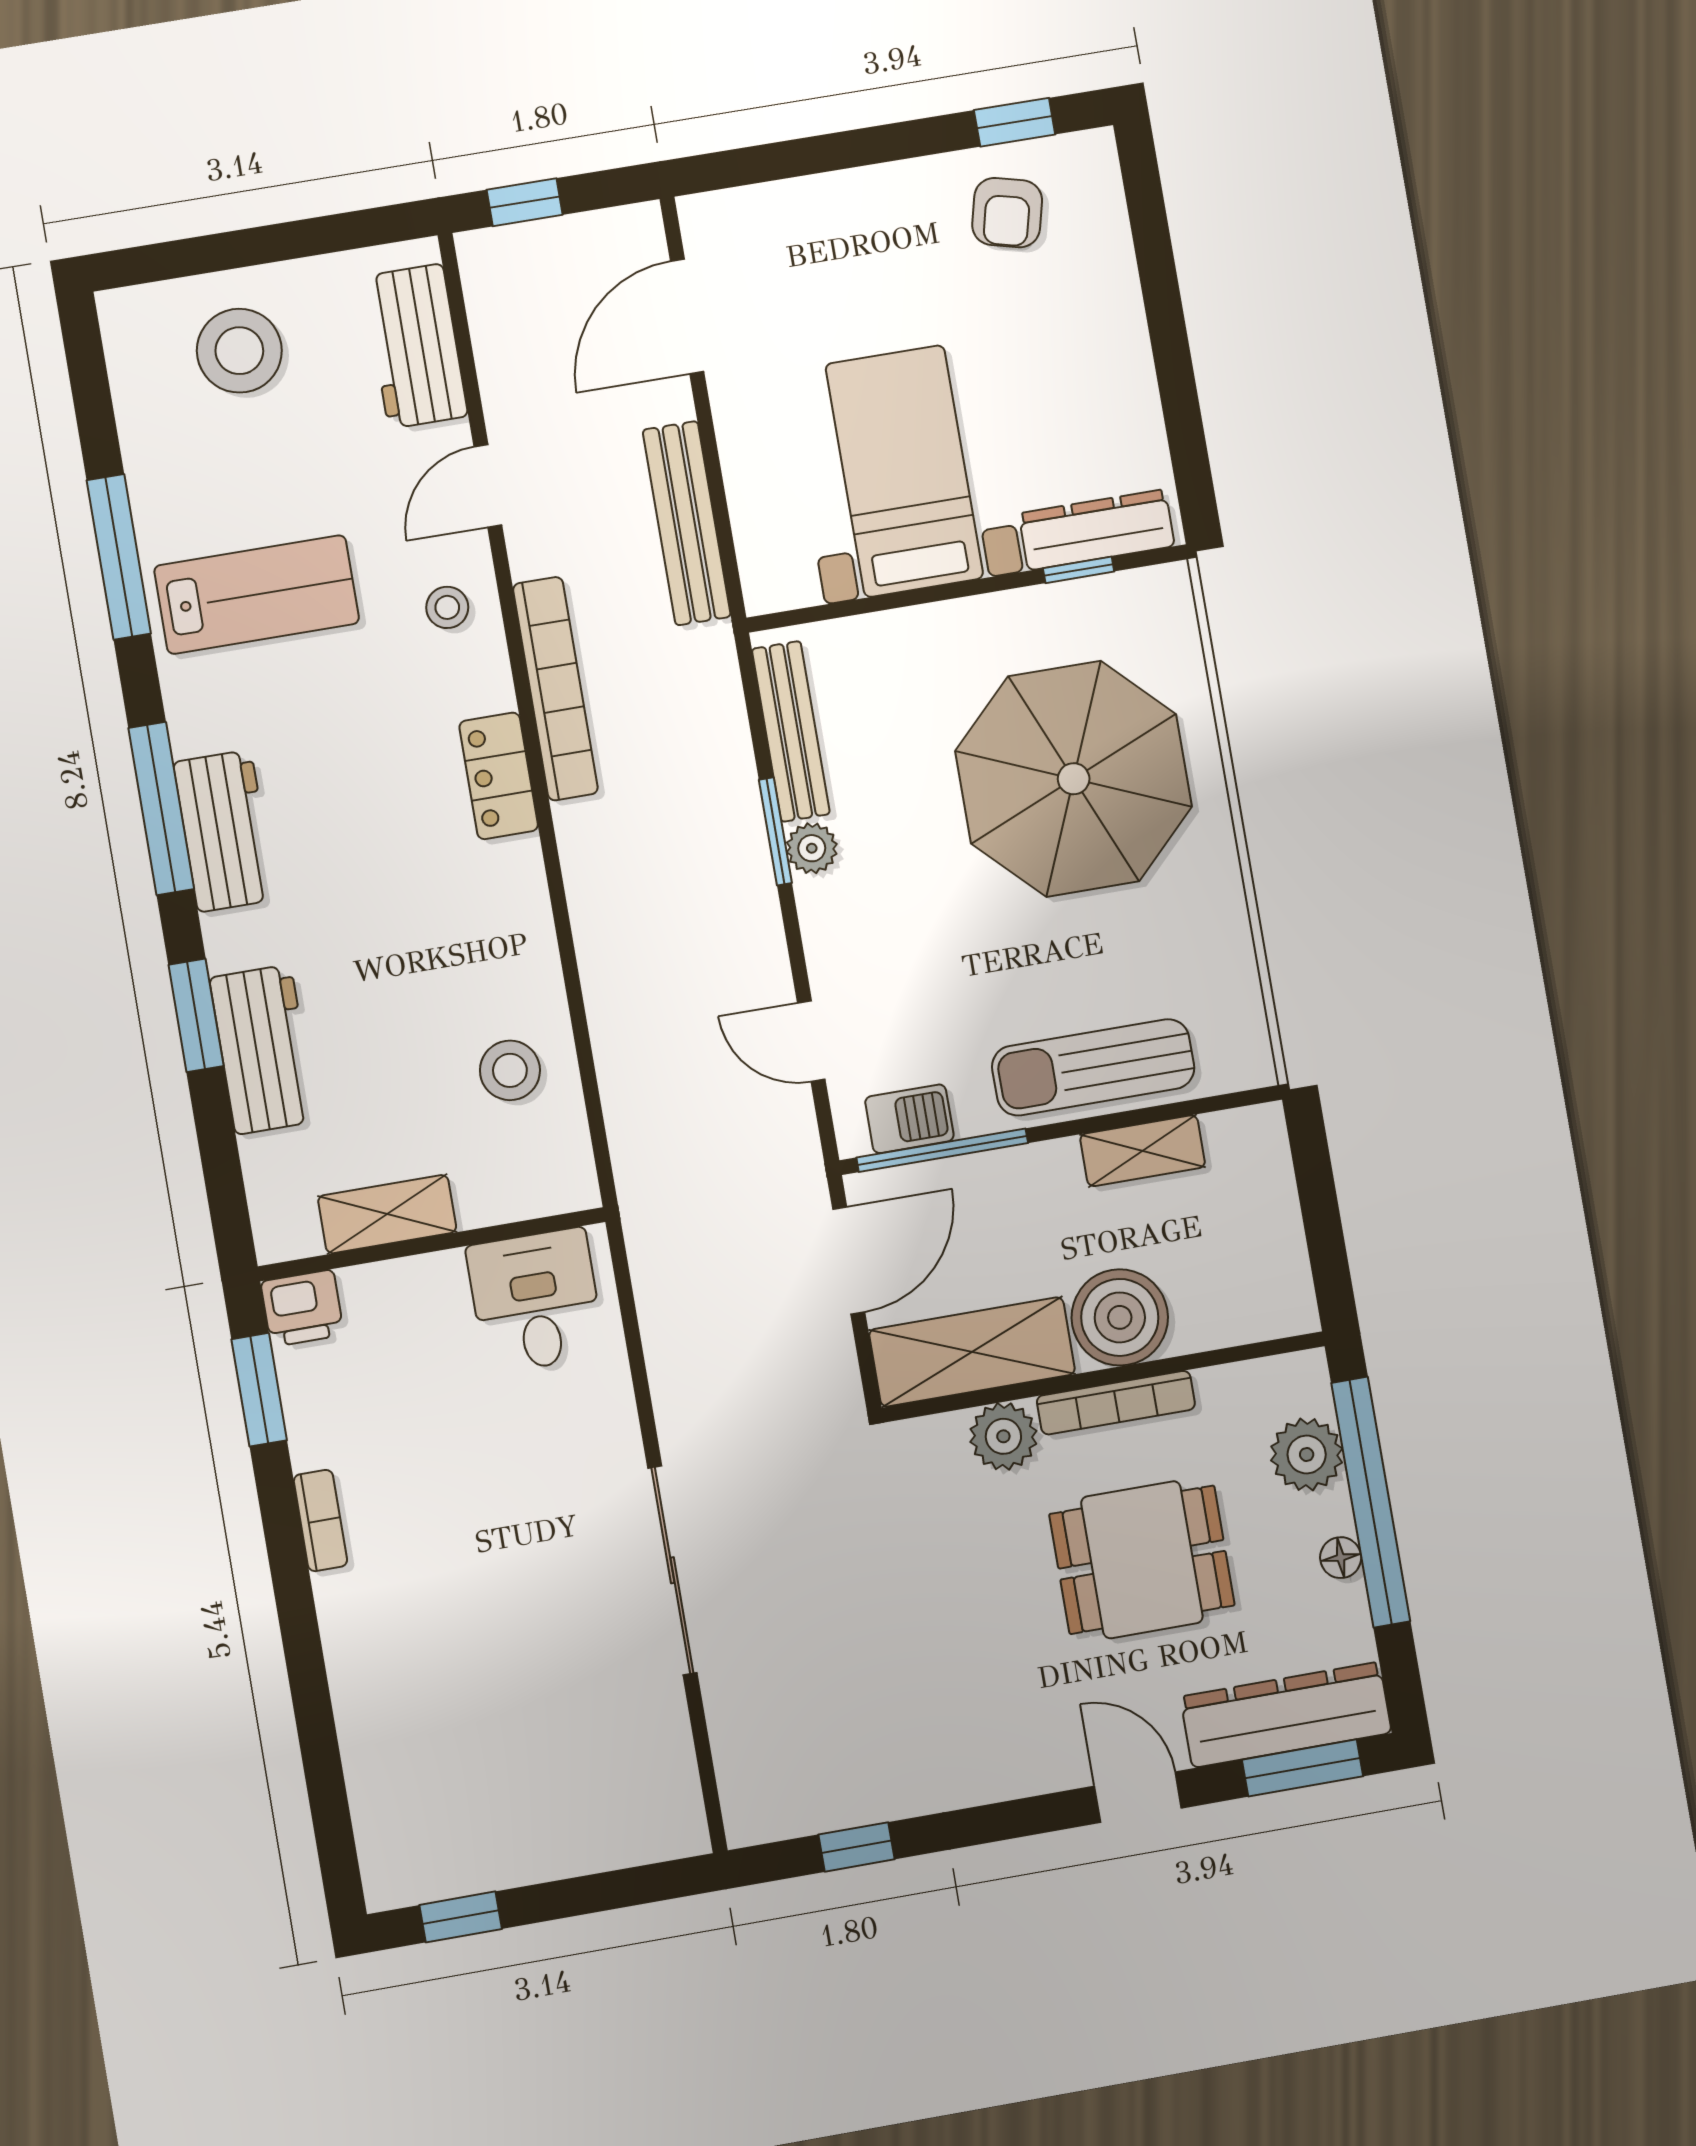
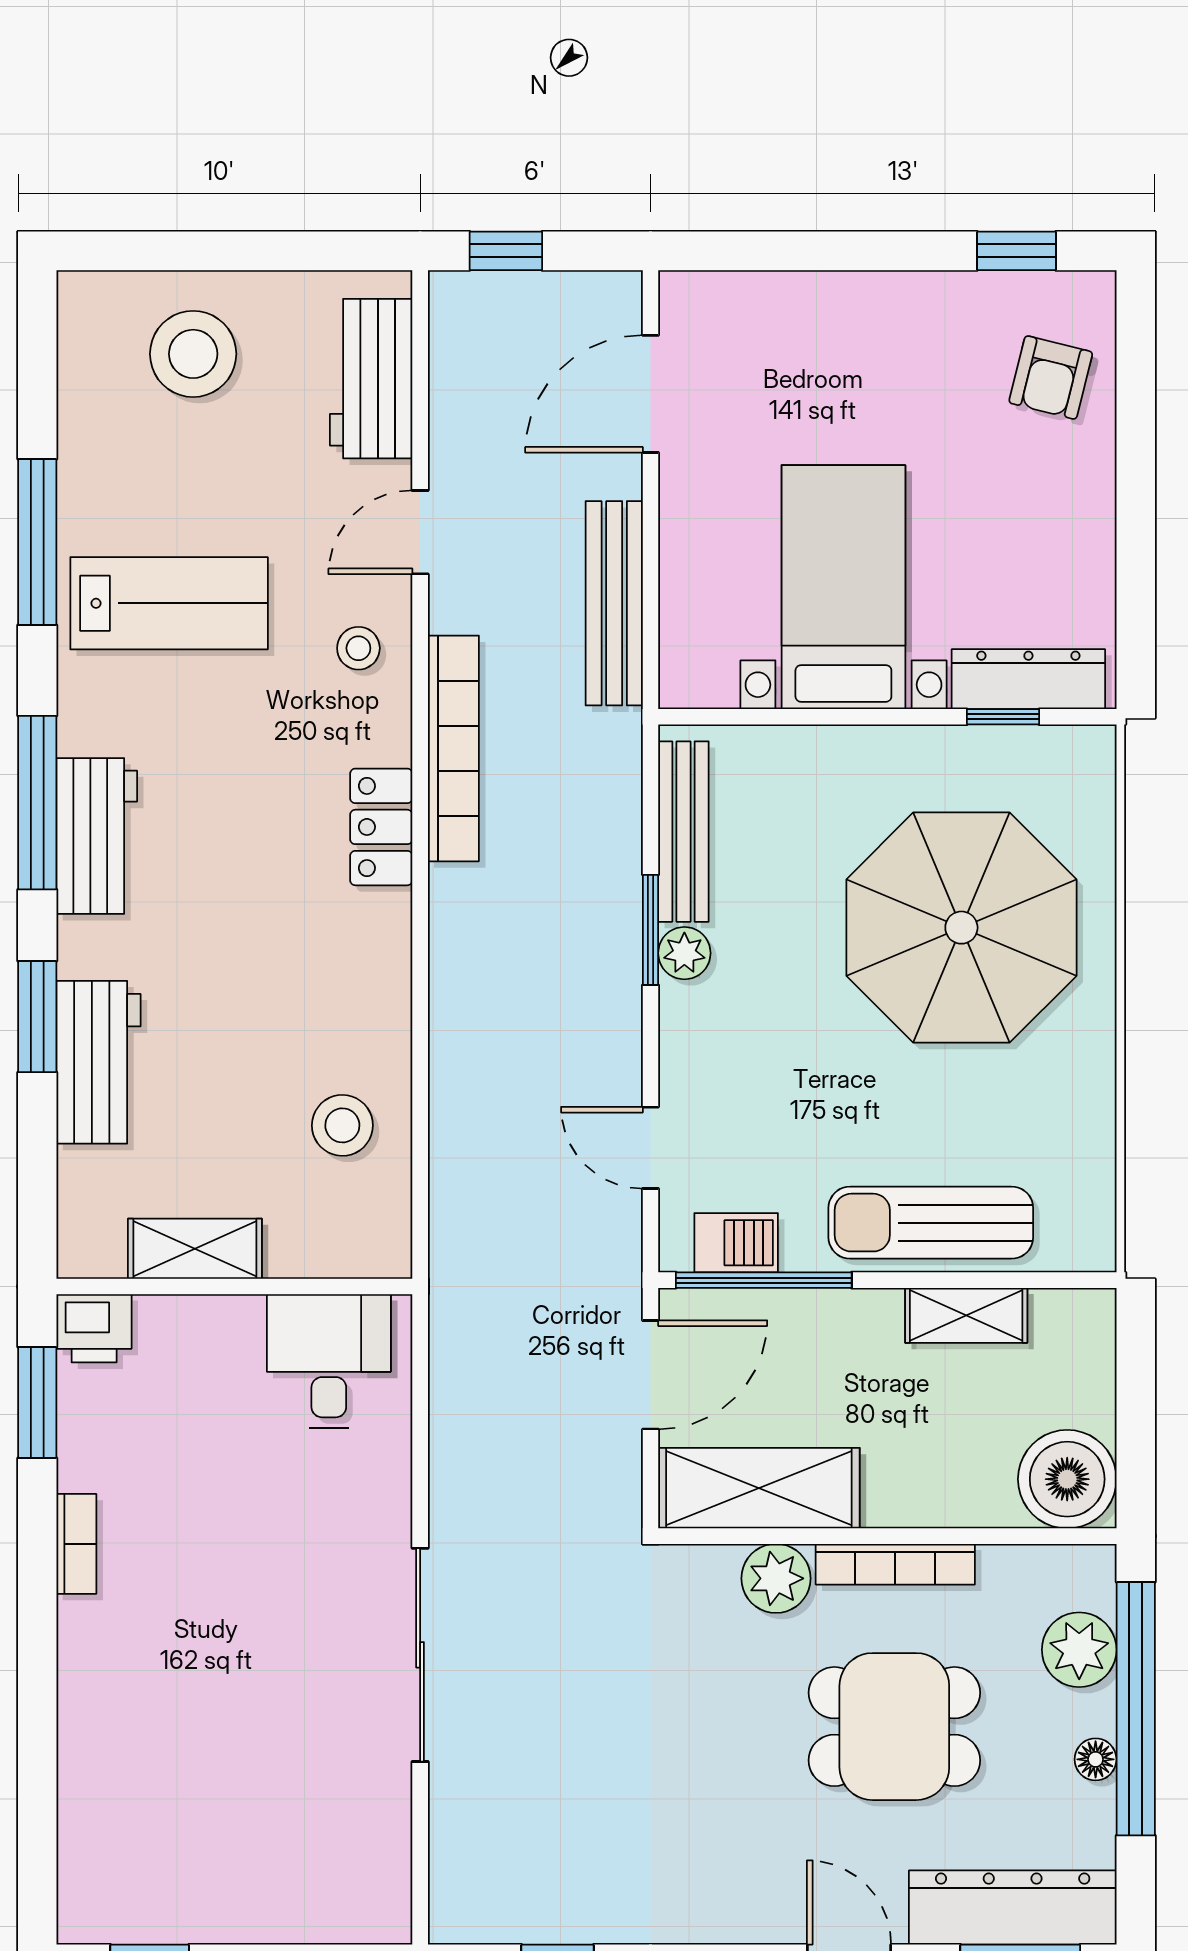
armchair: (1007, 213) -> (1051, 377), moved
boiler: (1120, 1317) -> (1067, 1479), moved

